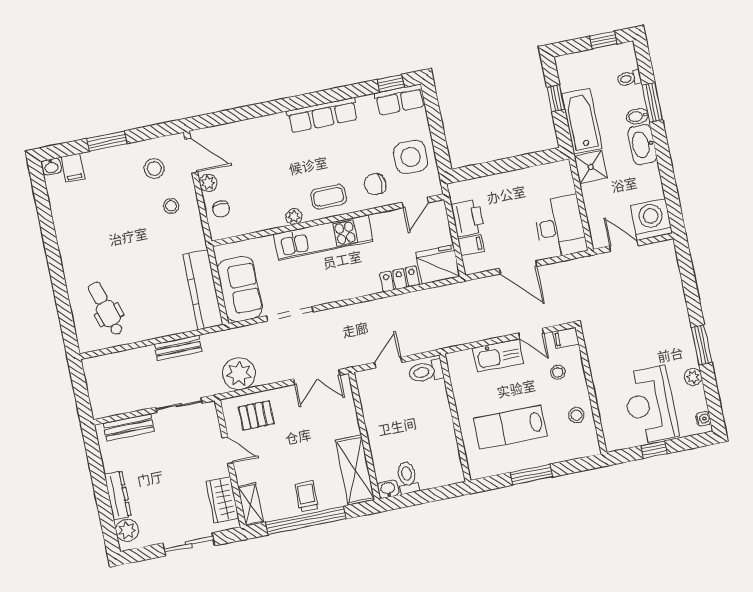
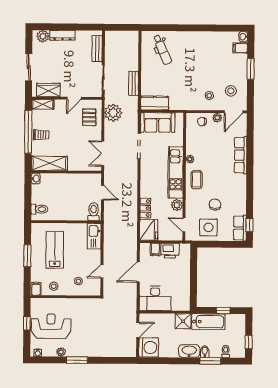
row of seats: (322, 115) -> (241, 155), moved
chair: (375, 184) -> (215, 205), moved
plant: (382, 223) -> (177, 205), added
kitchen counter: (203, 290) -> (155, 103), width x0.67
dental chair: (106, 309) -> (162, 50), turned 82
filing cabinet: (566, 338) -> (36, 289), moved
kitchen sink: (498, 355) -> (94, 236), moved
toilet: (407, 478) -> (39, 209), moved

